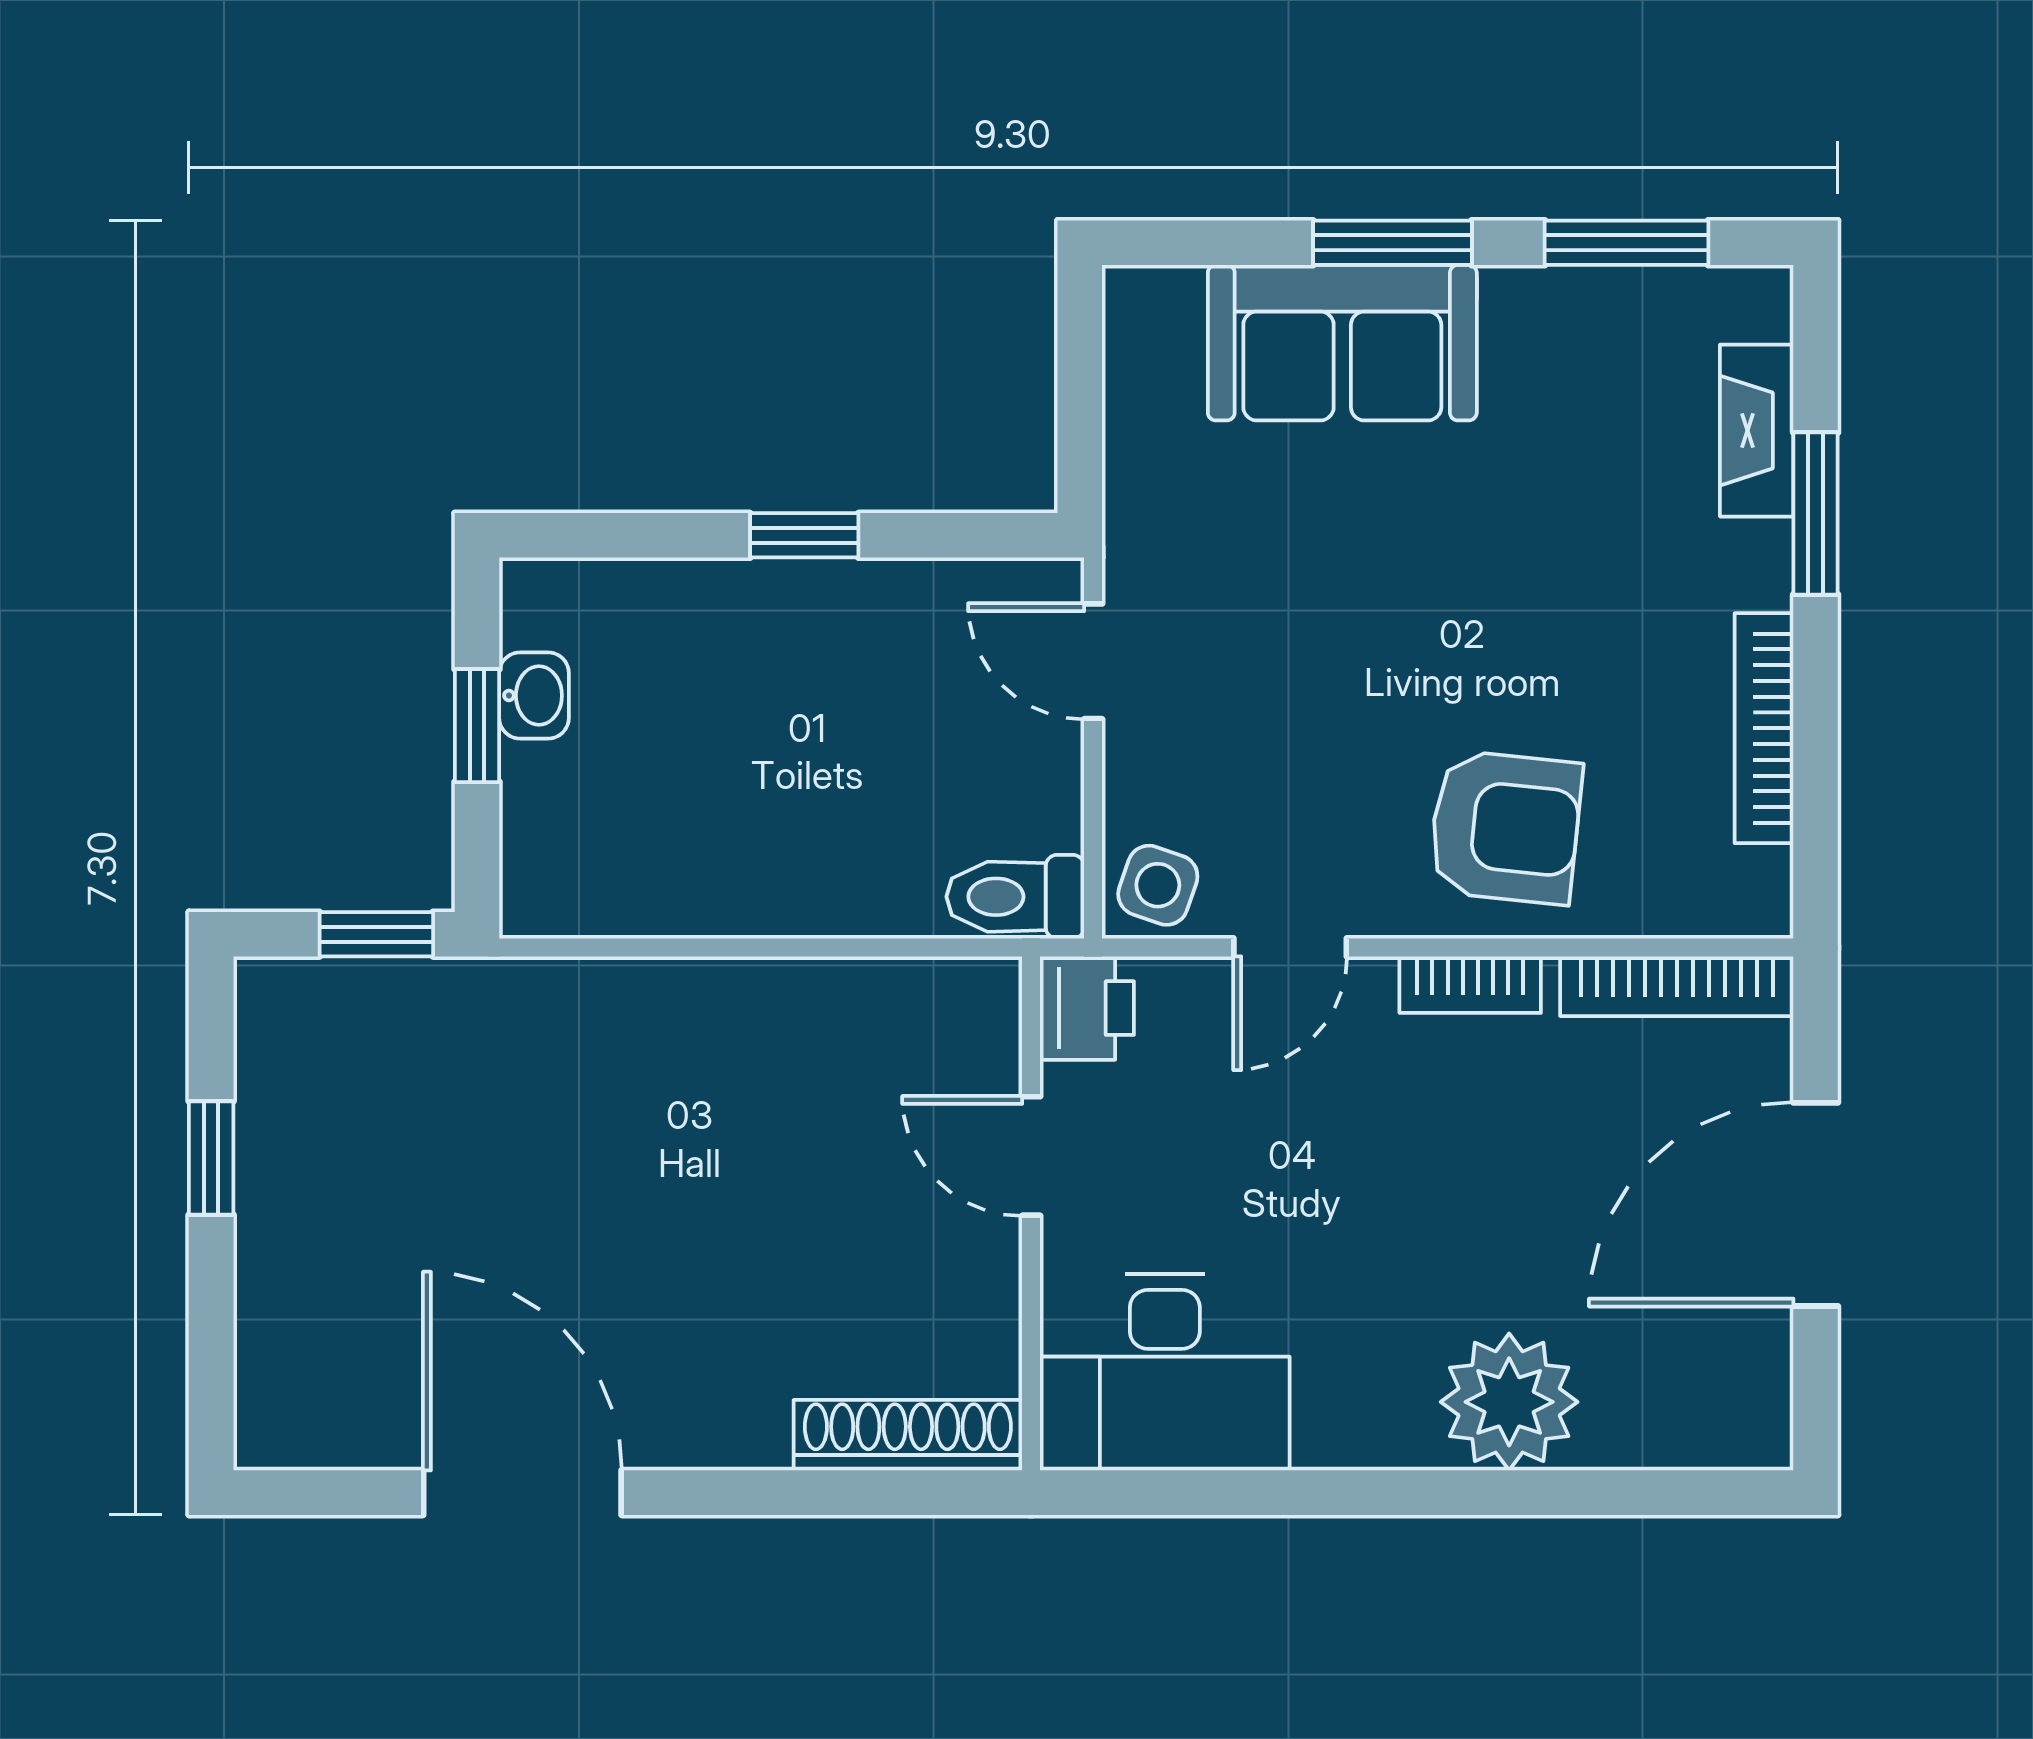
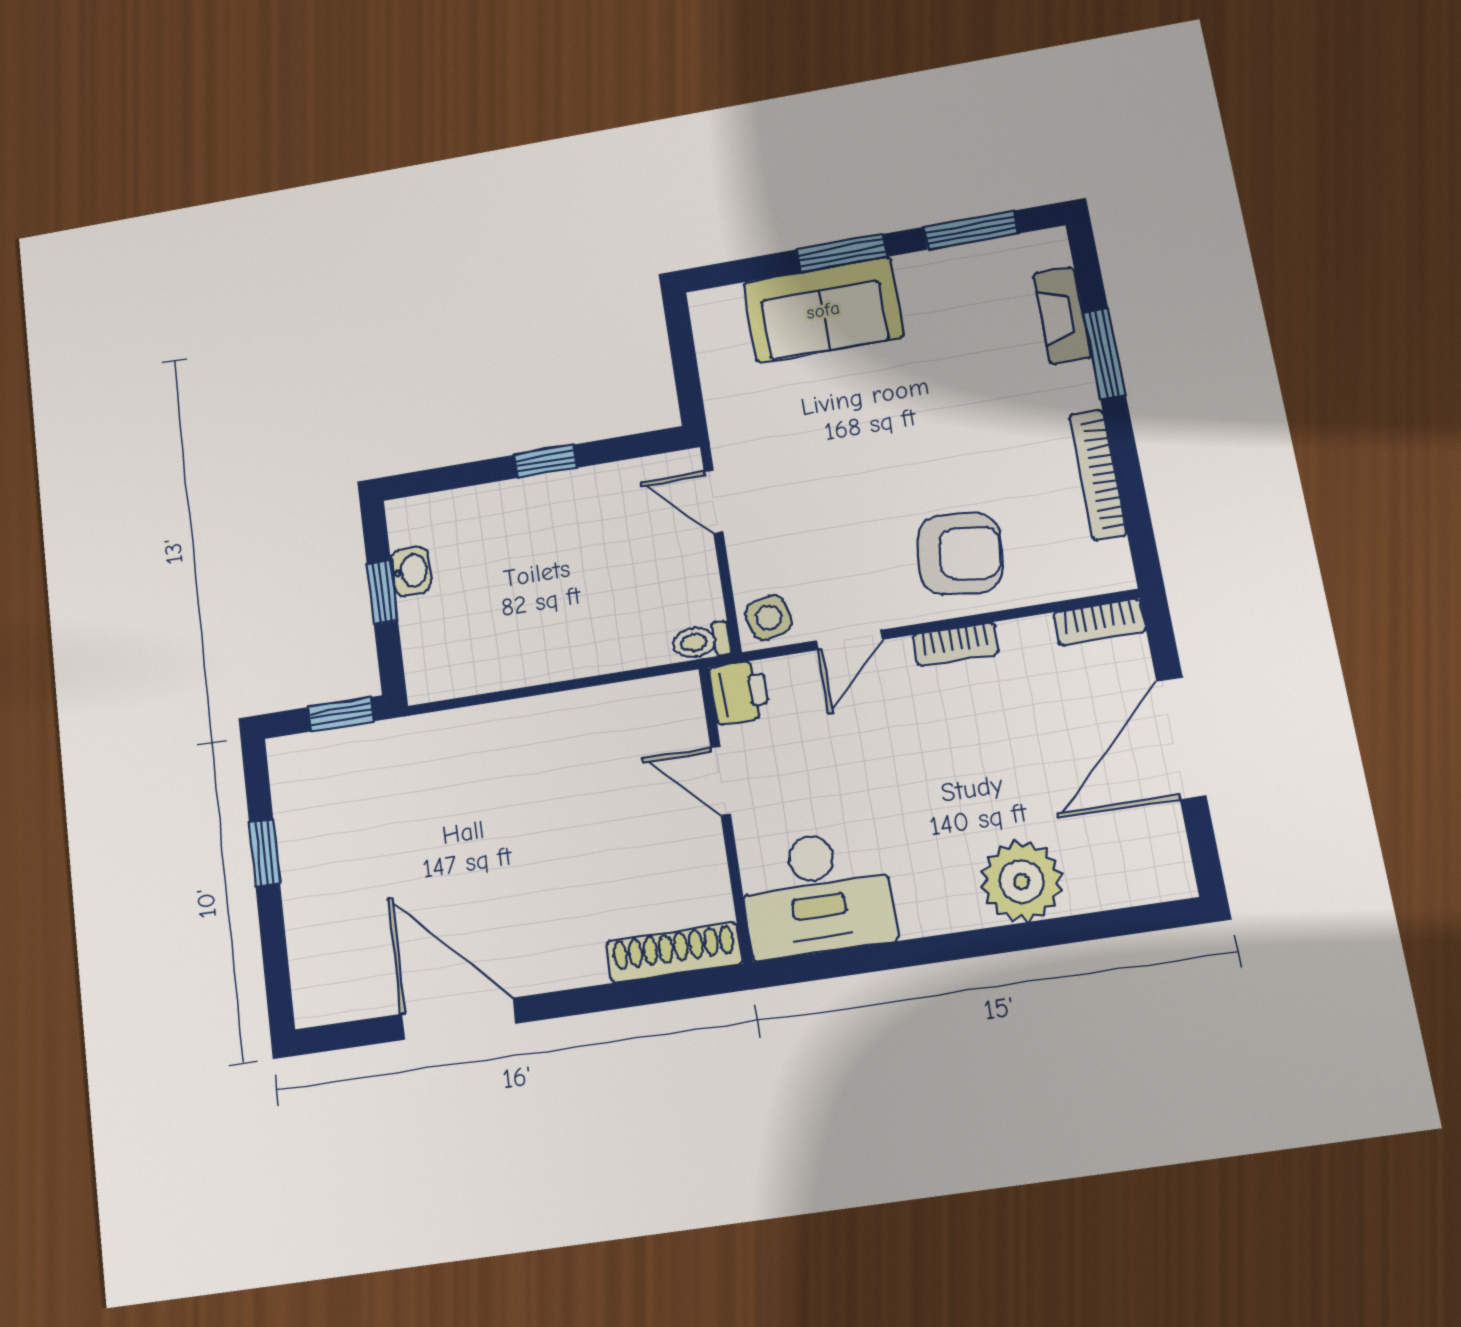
side table: (1158, 885) -> (769, 618), turned -33
toilet: (1015, 897) -> (701, 641), width x0.73, depth x0.72
bookcase: (1677, 986) -> (1100, 622), width x0.64

